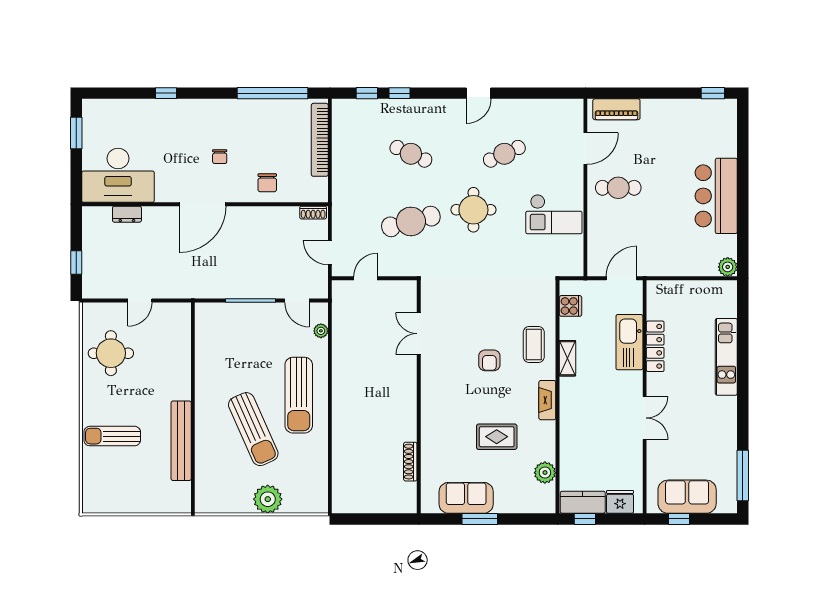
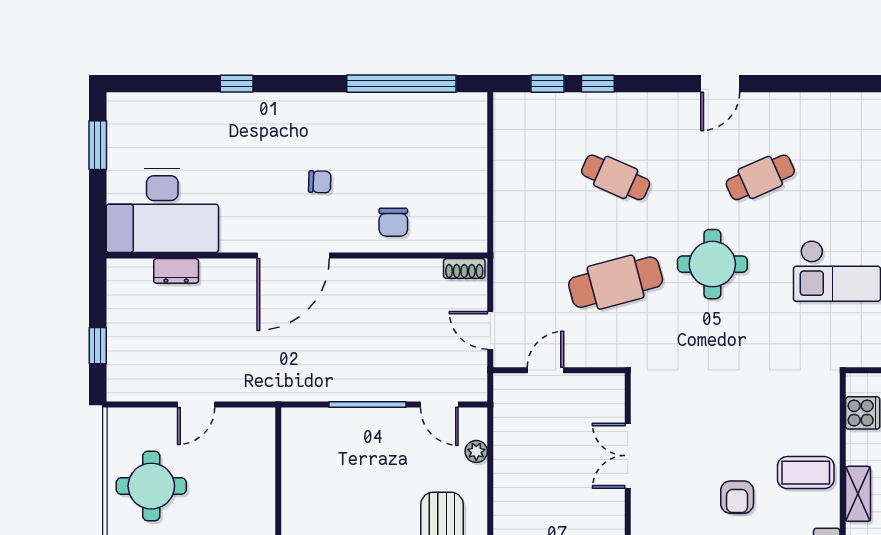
bookcase: (320, 140) -> (474, 156), removed
chair: (220, 157) -> (320, 182), turned -88
coffee table: (534, 345) -> (806, 473), turned 90

